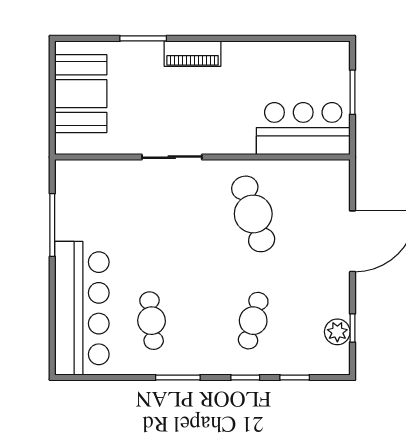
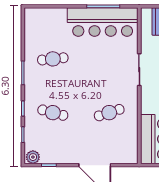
cafe table: (253, 214) -> (109, 113), width x0.73, depth x0.74
bar counter: (82, 308) -> (103, 22), moved
plant: (337, 332) -> (33, 157), moved

